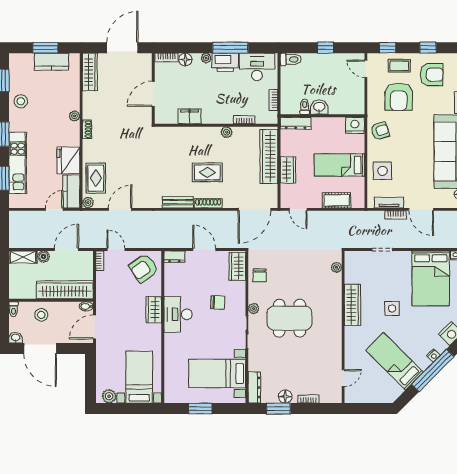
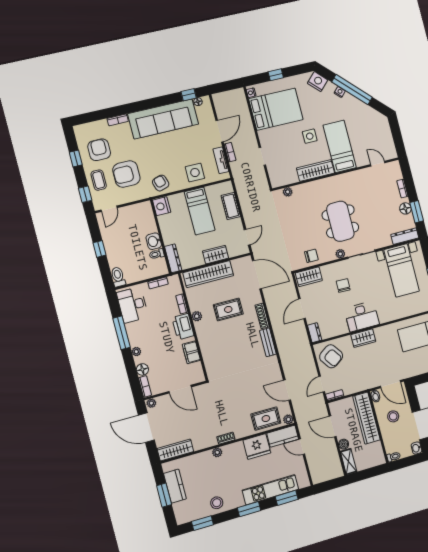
plant: (147, 60) -> (151, 403), added
printer: (225, 62) -> (183, 327), moved, turned 180
armchair: (399, 97) -> (126, 174), turned 180
rug: (207, 172) -> (228, 309), moved, turned 90
stool: (41, 315) -> (393, 416), moved
bed: (395, 361) -> (340, 146), moved, turned 135

